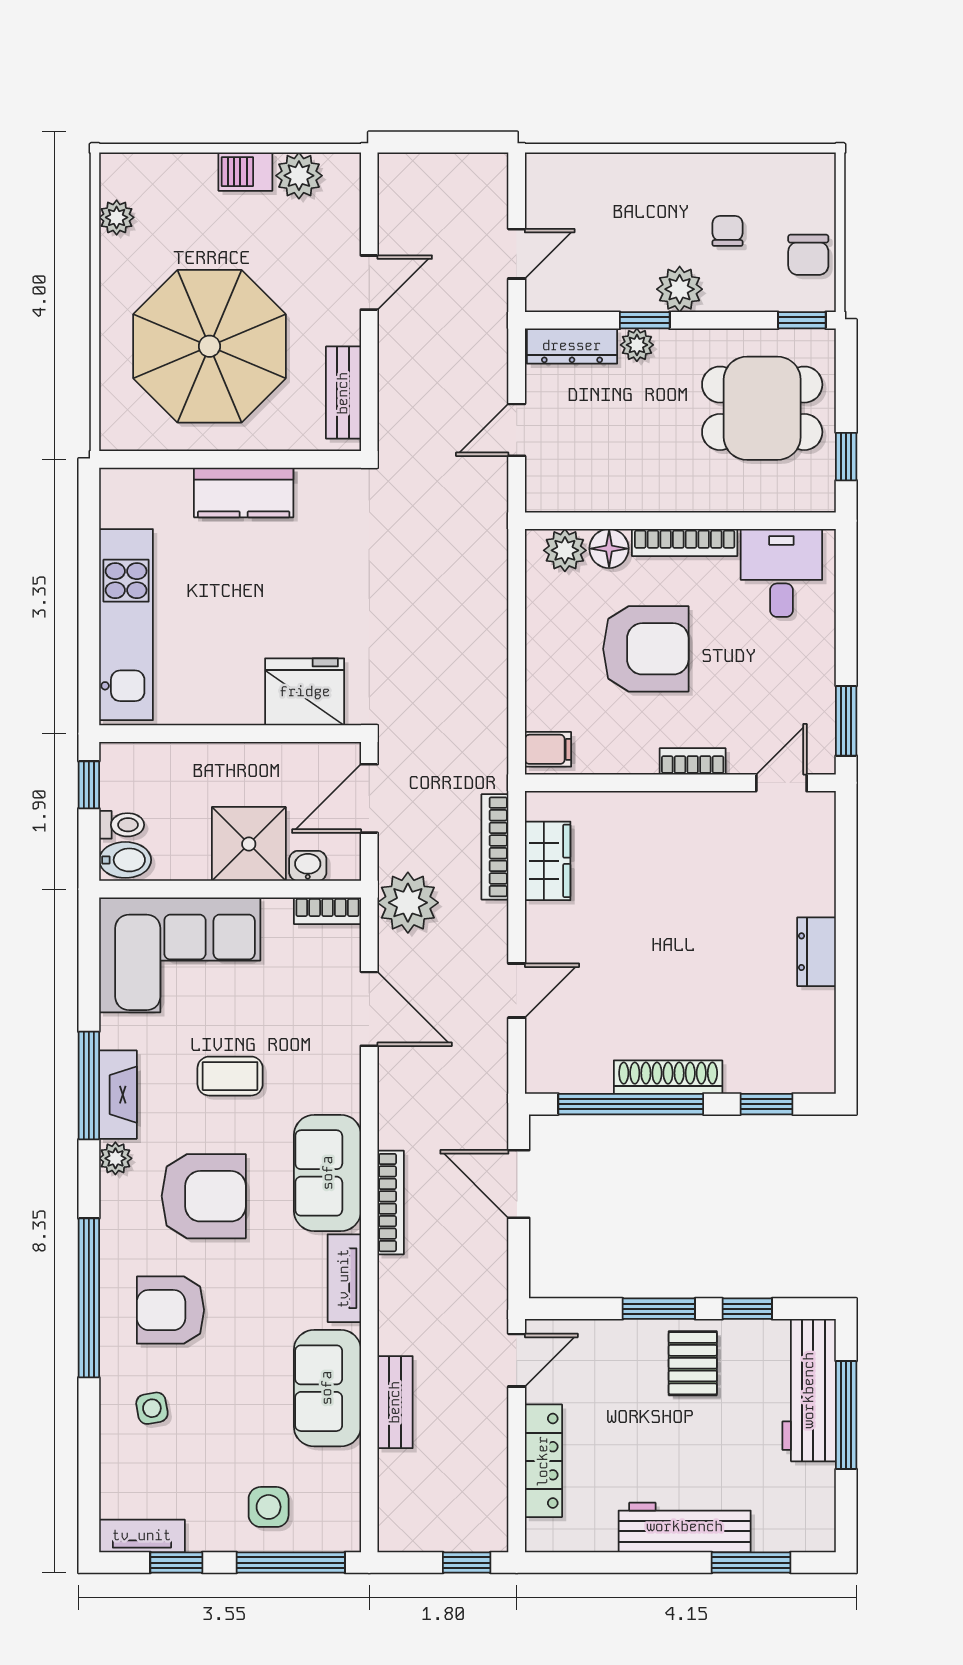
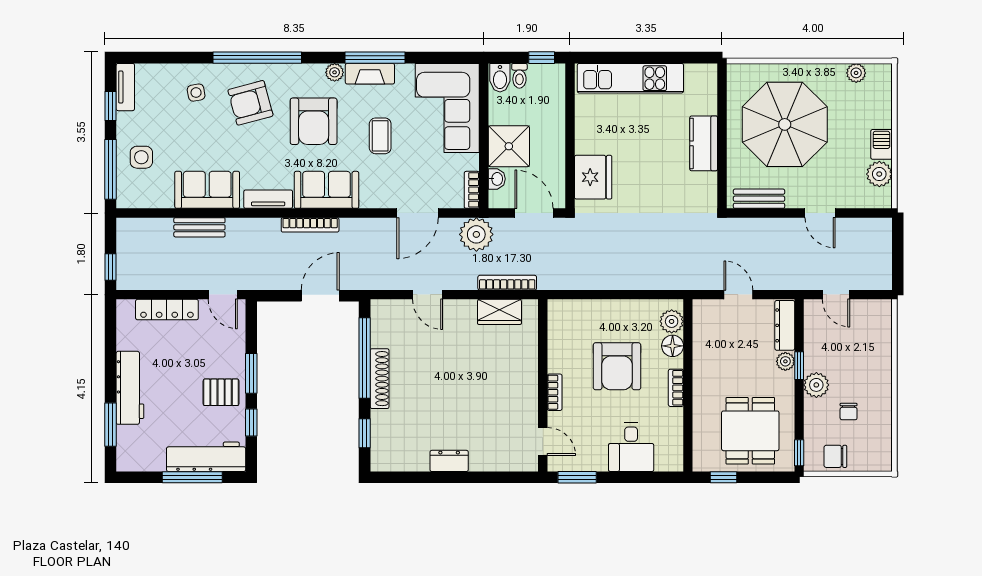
chair: (728, 231) -> (849, 412), turned 90
bookcase: (685, 542) -> (676, 388), width x0.64
desk: (781, 573) -> (631, 447), moved, turned 90
filing cabinet: (548, 749) -> (561, 312), removed
armchair: (170, 1310) -> (250, 103), turned -105

